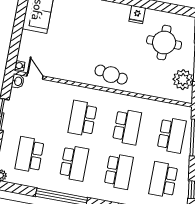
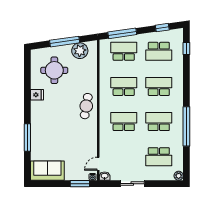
window: (14, 48) -> (80, 184), added
school desk: (82, 118) -> (124, 122), turned 180

